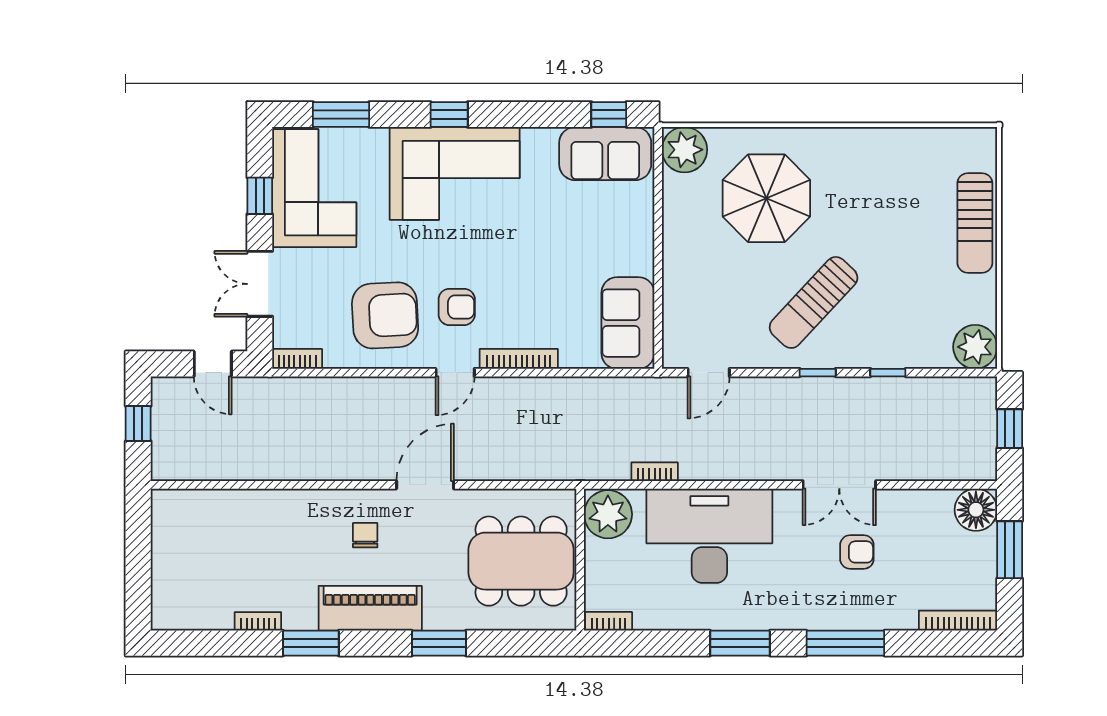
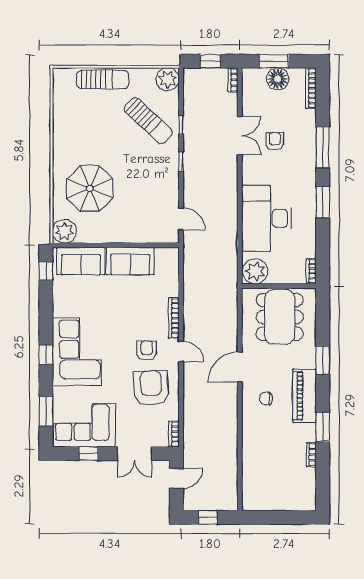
sofa: (605, 154) -> (81, 261), moved, turned 90
sun lounger: (814, 302) -> (148, 121), moved
sofa: (628, 323) -> (130, 261), moved
bookcase: (655, 472) -> (233, 80), moved
door: (425, 485) -> (240, 367), hinge flipped
double door: (839, 485) -> (240, 136), moved
floor lamp: (976, 510) -> (278, 79), moved

